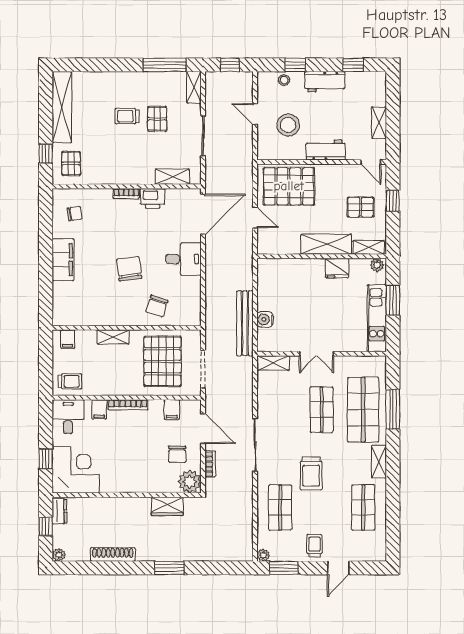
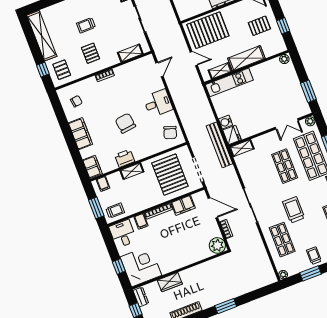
pallet: (157, 119) -> (90, 53), moved
printer: (153, 198) -> (125, 158), moved, turned 180
window: (393, 201) -> (283, 26), moved
door: (203, 214) -> (159, 70), width x0.53
shelving: (368, 247) -> (220, 71), moved
fridge: (337, 268) -> (232, 135), moved, turned -90
window: (393, 300) -> (308, 91), moved
chair: (157, 306) -> (170, 133), moved
filing cabinet: (62, 311) -> (92, 167), added
kitchen unit: (377, 318) -> (229, 82), moved, turned -90
bench: (245, 323) -> (220, 145), moved
double door: (317, 354) -> (287, 124), moved
plant: (380, 362) -> (310, 121), added
window: (46, 368) -> (96, 208), added
filing cabinet: (172, 410) -> (183, 205), width x2.00
chair: (177, 454) -> (203, 231), removed
trolley: (311, 473) -> (294, 210), turned 180
wardrobe: (167, 506) -> (170, 282), moved
window: (284, 568) -> (311, 273), moved

